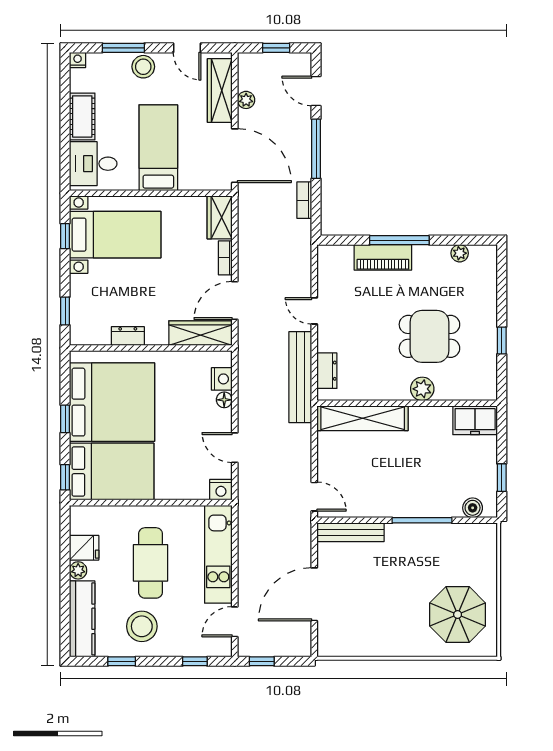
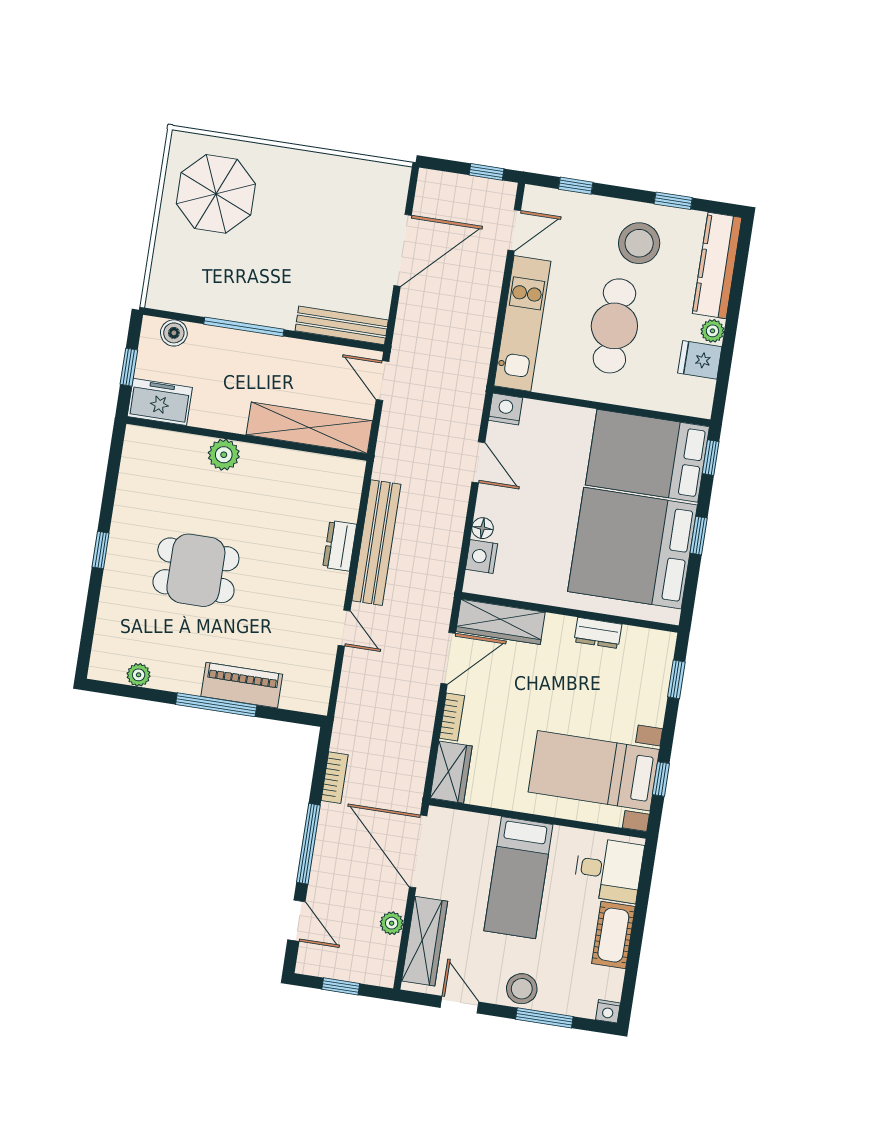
plant: (422, 389) -> (224, 455), moved
wall: (407, 403) -> (247, 439), moved
shelving: (363, 418) -> (309, 428), moved
freezer: (475, 420) -> (160, 402), moved

